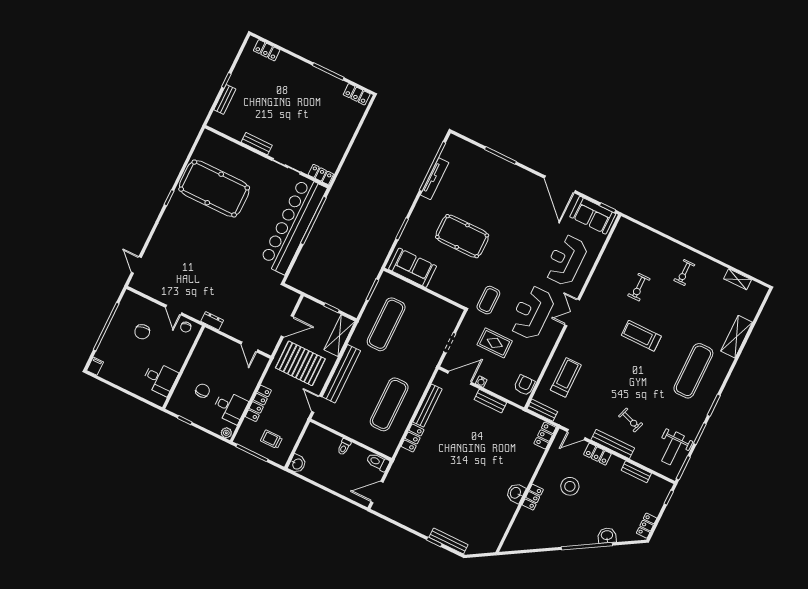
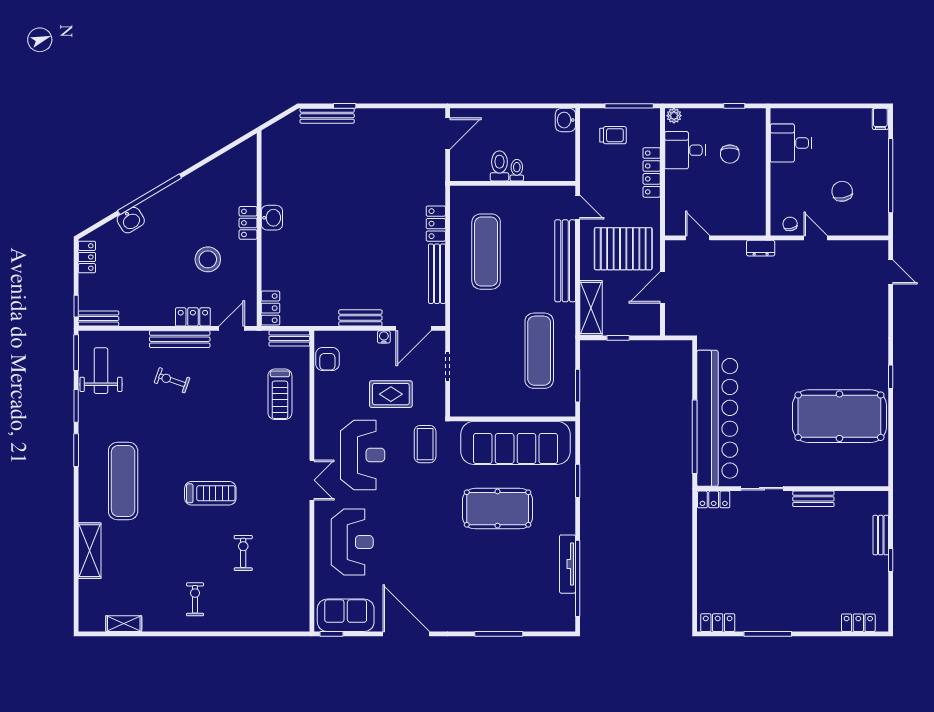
sofa: (413, 268) -> (516, 443), width x1.85, depth x1.27
toilet: (378, 462) -> (499, 166), moved, turned -90
bench: (636, 472) -> (98, 319), moved

